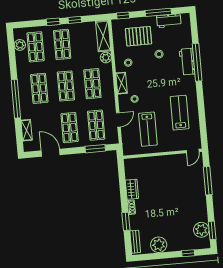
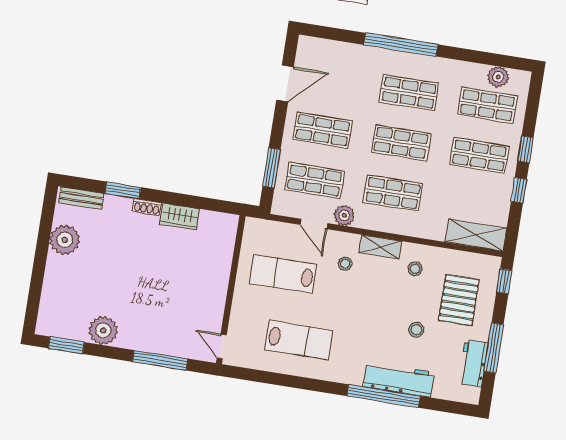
plant: (106, 58) -> (344, 215), moved
workbench: (187, 62) -> (398, 379), width x1.37
shelving: (27, 130) -> (338, 50), removed
plant: (201, 230) -> (103, 330), moved
window: (188, 253) -> (35, 290), removed

